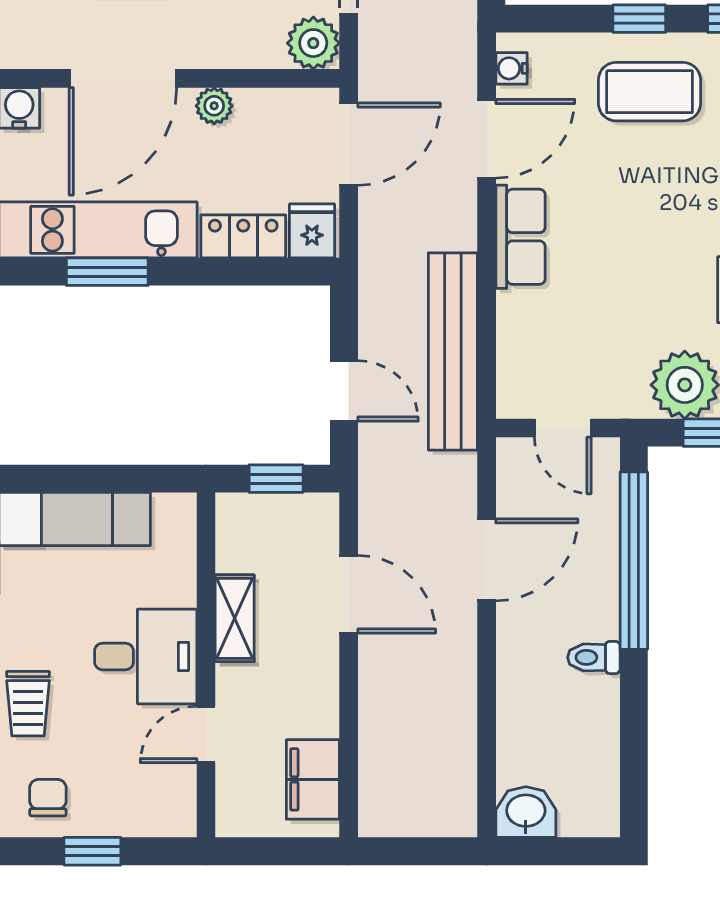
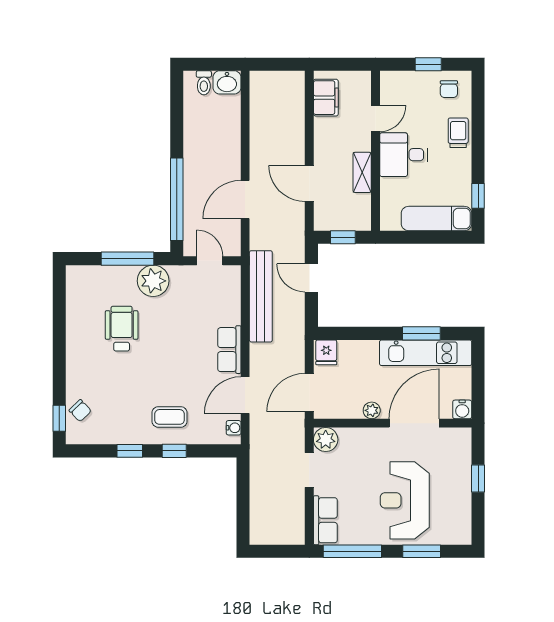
coffee table: (649, 92) -> (170, 417), width x0.73, depth x0.77
locker: (243, 236) -> (358, 350), removed
toilet: (594, 657) -> (204, 83), moved, turned 90

